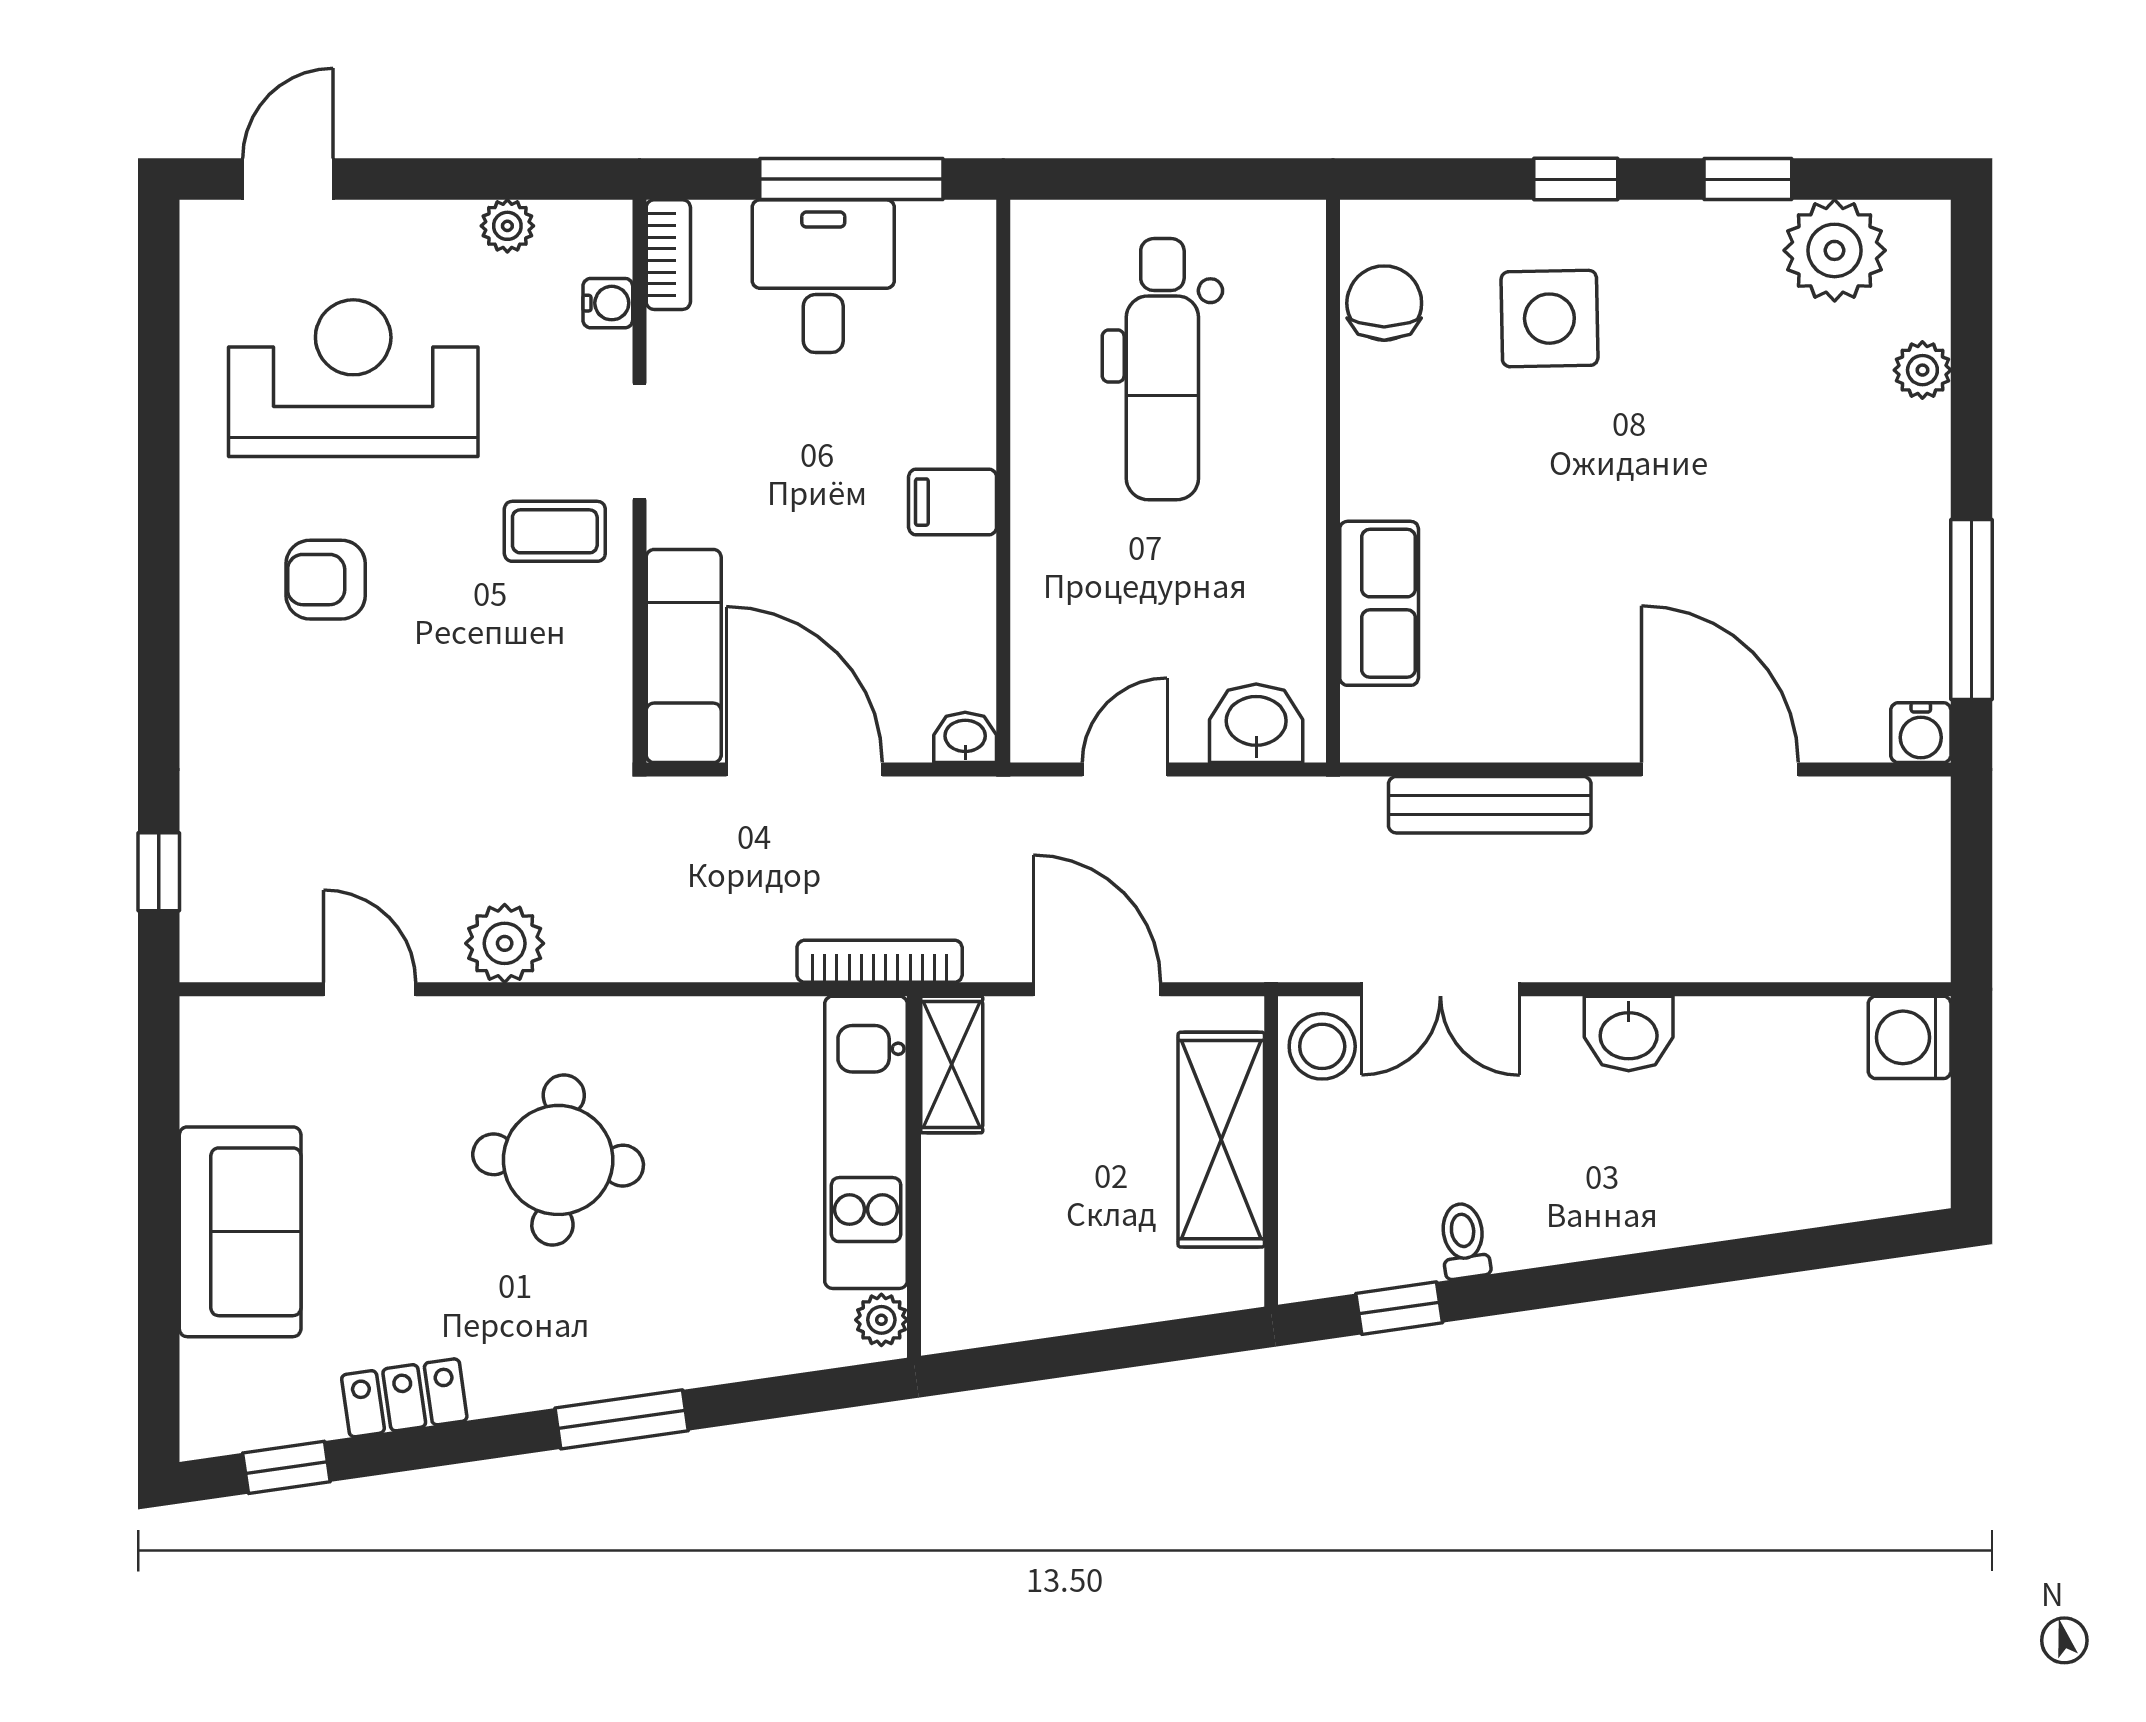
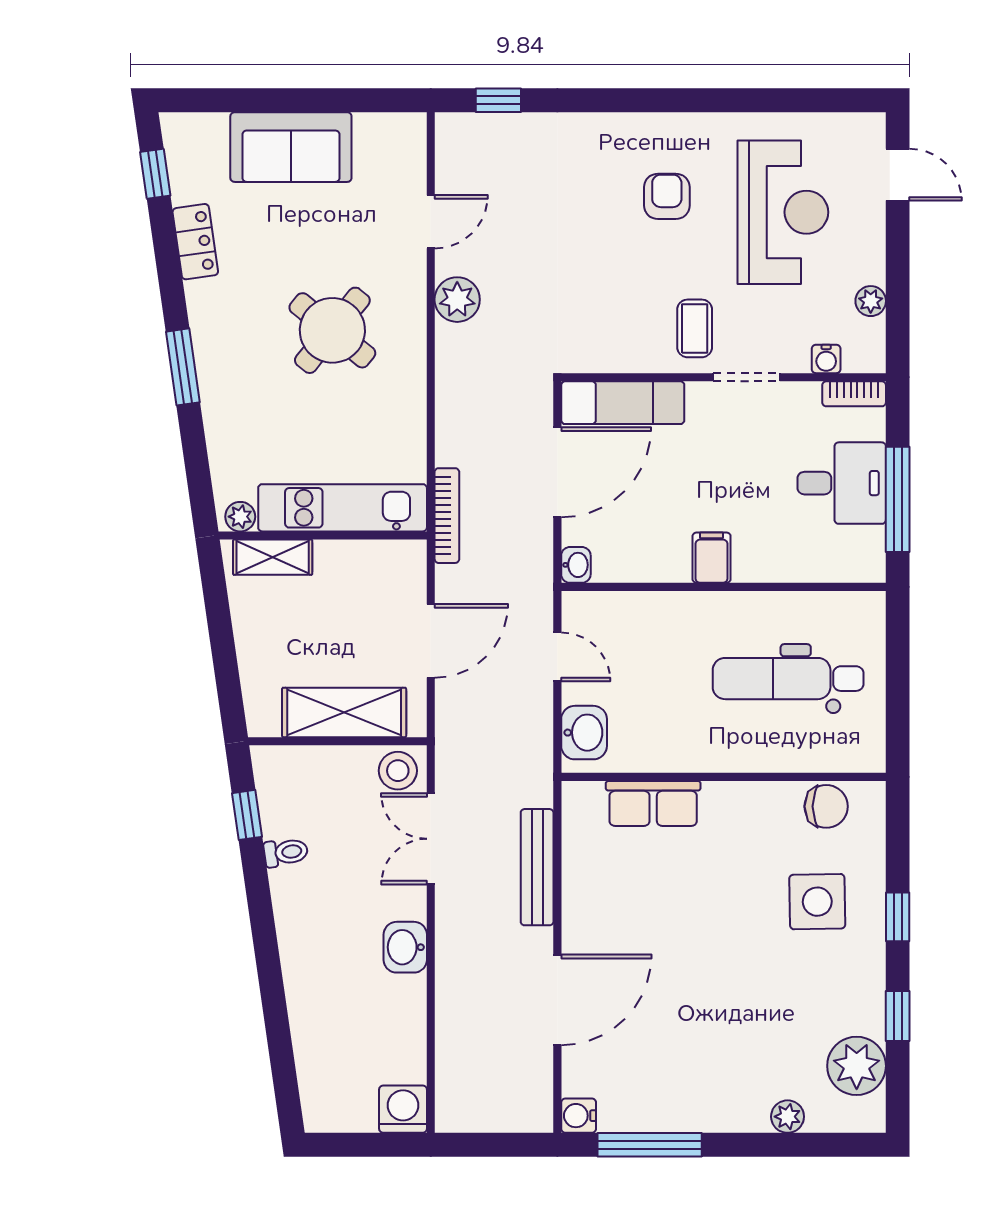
shelving: (952, 1065) -> (273, 557), moved
round table: (558, 1160) -> (332, 330), turned 34

